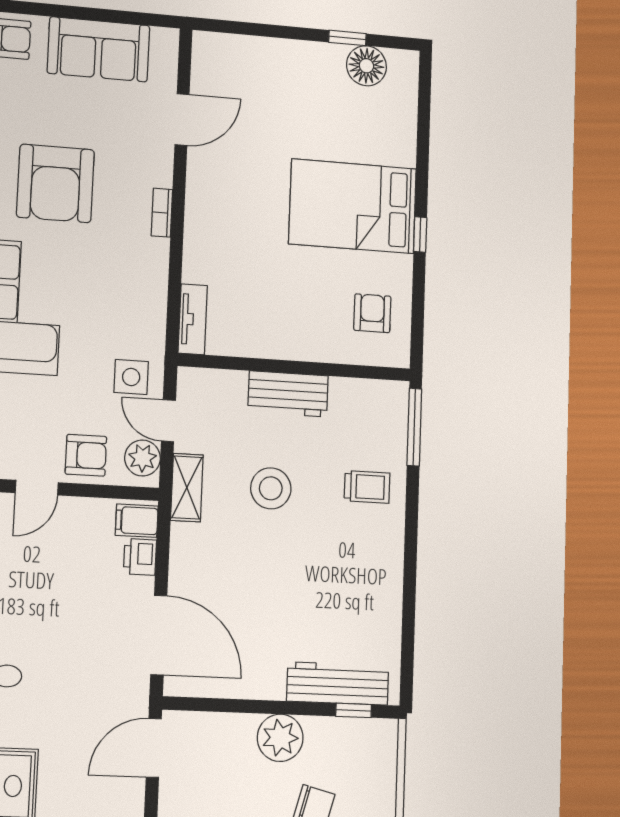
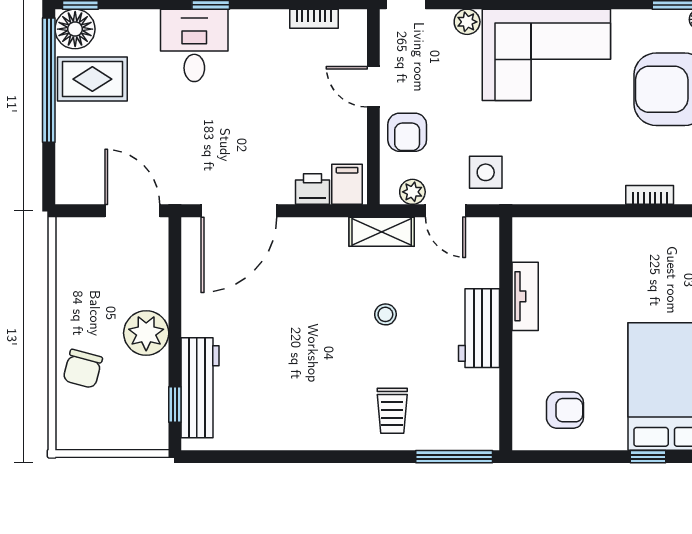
tv unit: (193, 319) -> (525, 296), moved, turned -90
door: (168, 421) -> (445, 211), swing flipped
plant: (142, 458) -> (412, 192), width x0.73, depth x0.73
stool: (271, 488) -> (385, 314), width x0.53, depth x0.53

